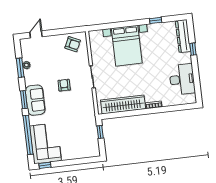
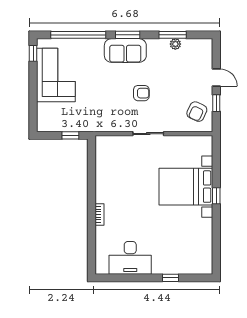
window: (156, 20) -> (216, 196), moved
window: (65, 31) -> (216, 103), added
door: (36, 34) -> (216, 78), moved
dresser: (183, 36) -> (190, 266), removed
wardrobe: (123, 104) -> (105, 172), removed
corner sofa: (45, 143) -> (56, 75), moved, turned -90

